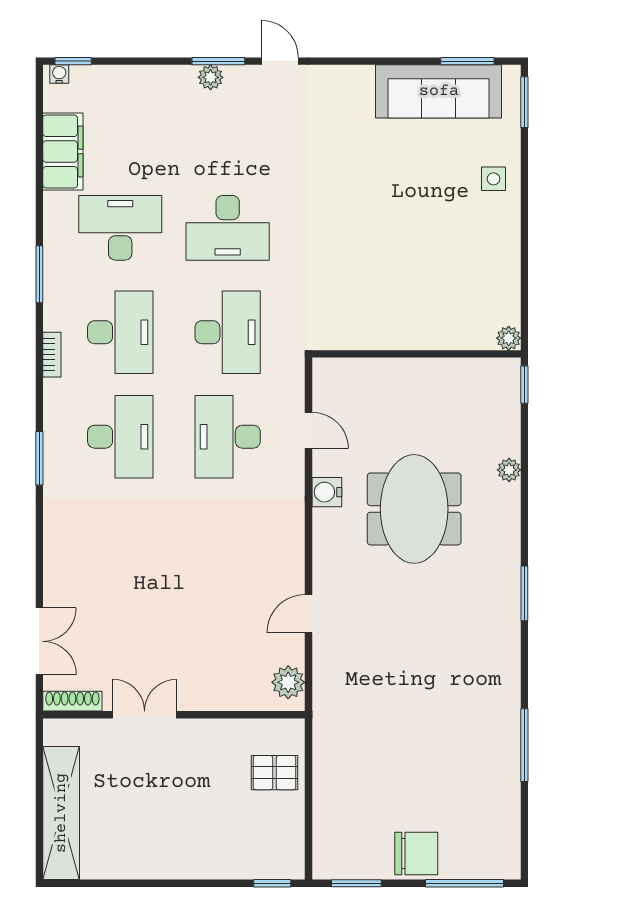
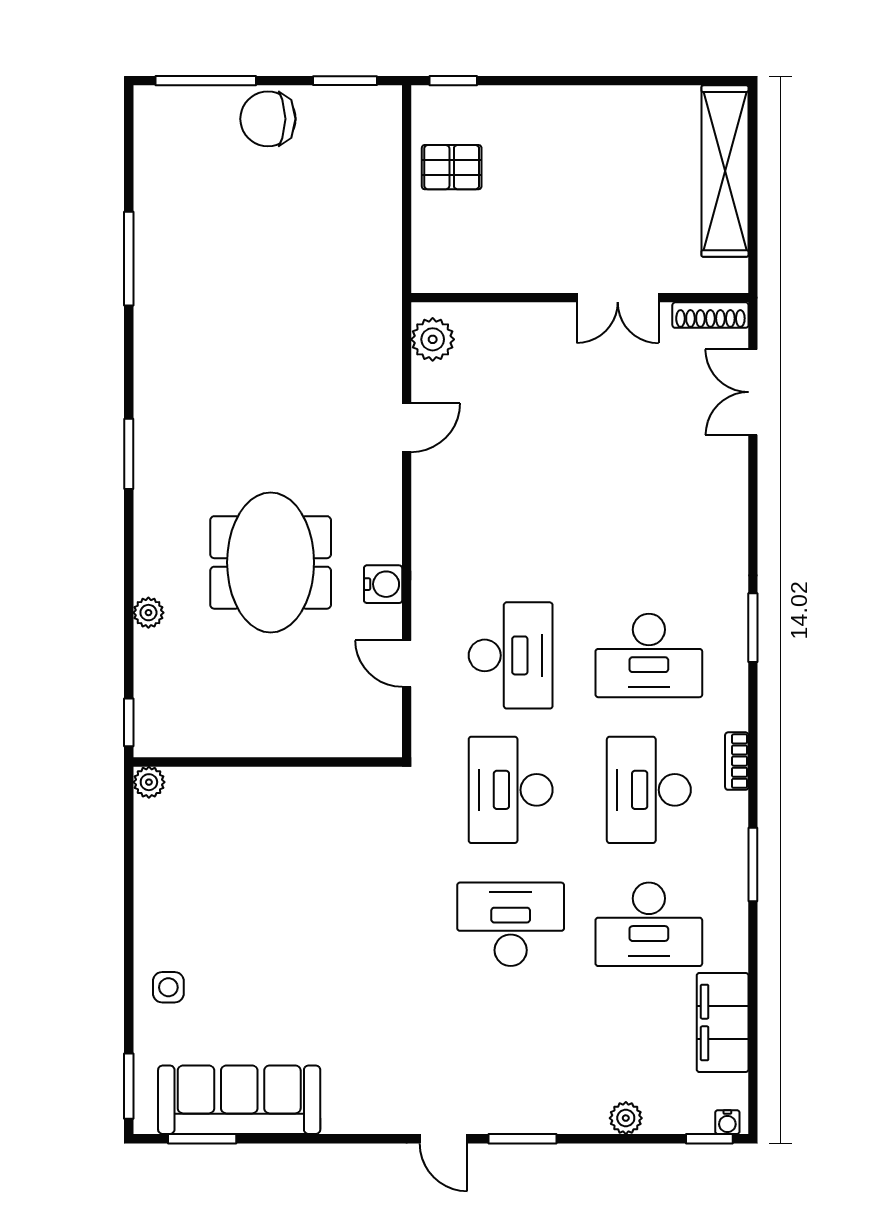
plant: (211, 77) -> (626, 1118), moved
desk: (120, 437) -> (649, 655), turned -90
pallet: (275, 773) -> (452, 167), moved

